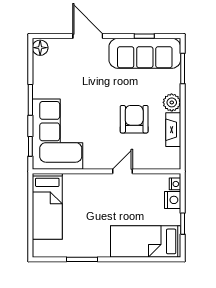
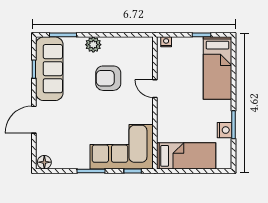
fireplace: (173, 130) -> (118, 43), removed
nightstand: (173, 200) -> (225, 130), moved, turned 90

